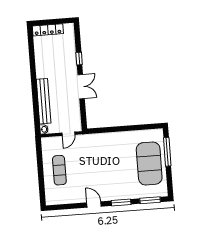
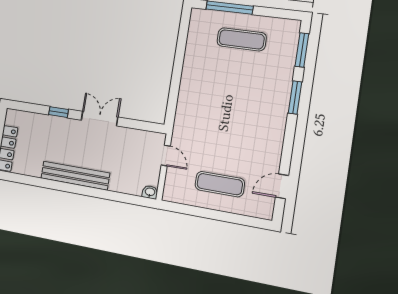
bench: (44, 101) -> (75, 176), moved
exercise mat: (149, 163) -> (242, 39), width x0.50, depth x0.69
door: (94, 204) -> (282, 186), moved

